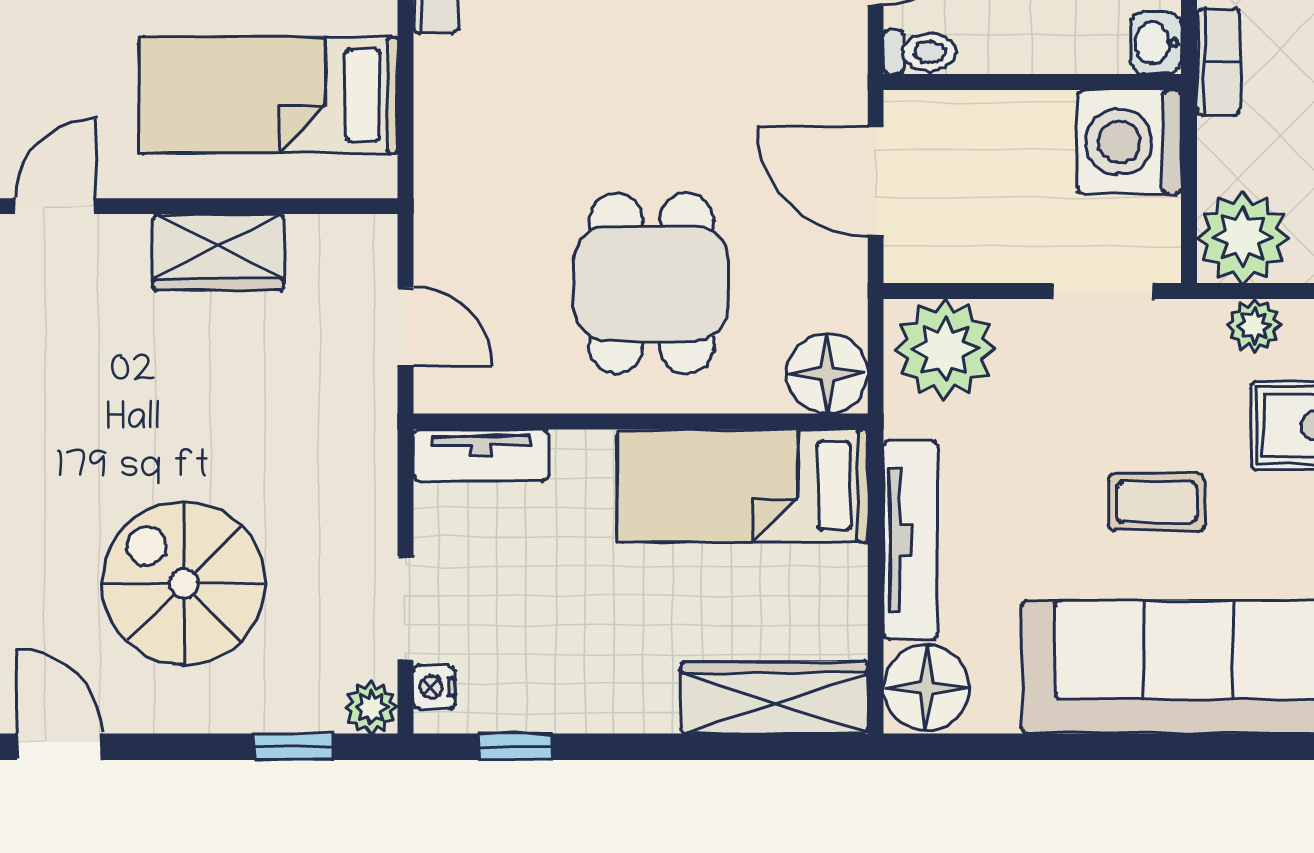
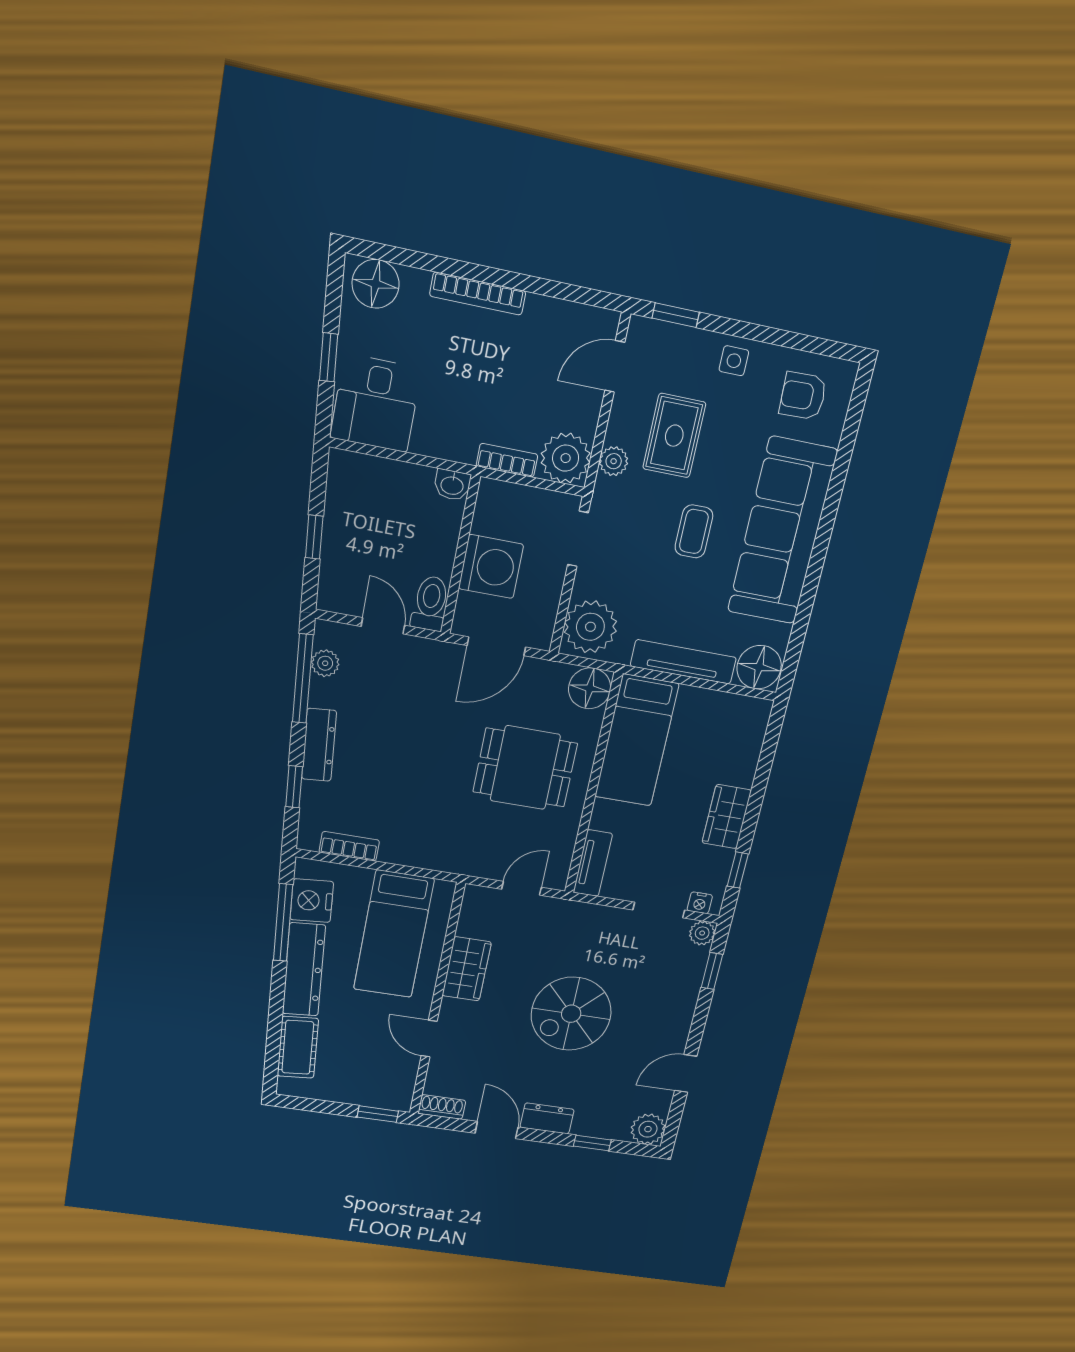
toilet: (920, 52) -> (430, 603), width x1.37, depth x1.39
bookcase: (1218, 62) -> (507, 460), moved
washing machine: (1129, 142) -> (491, 567), moved, turned -90
spiral stairs: (184, 583) -> (571, 1014), moved
wardrobe: (774, 698) -> (727, 817), moved, width x0.67

